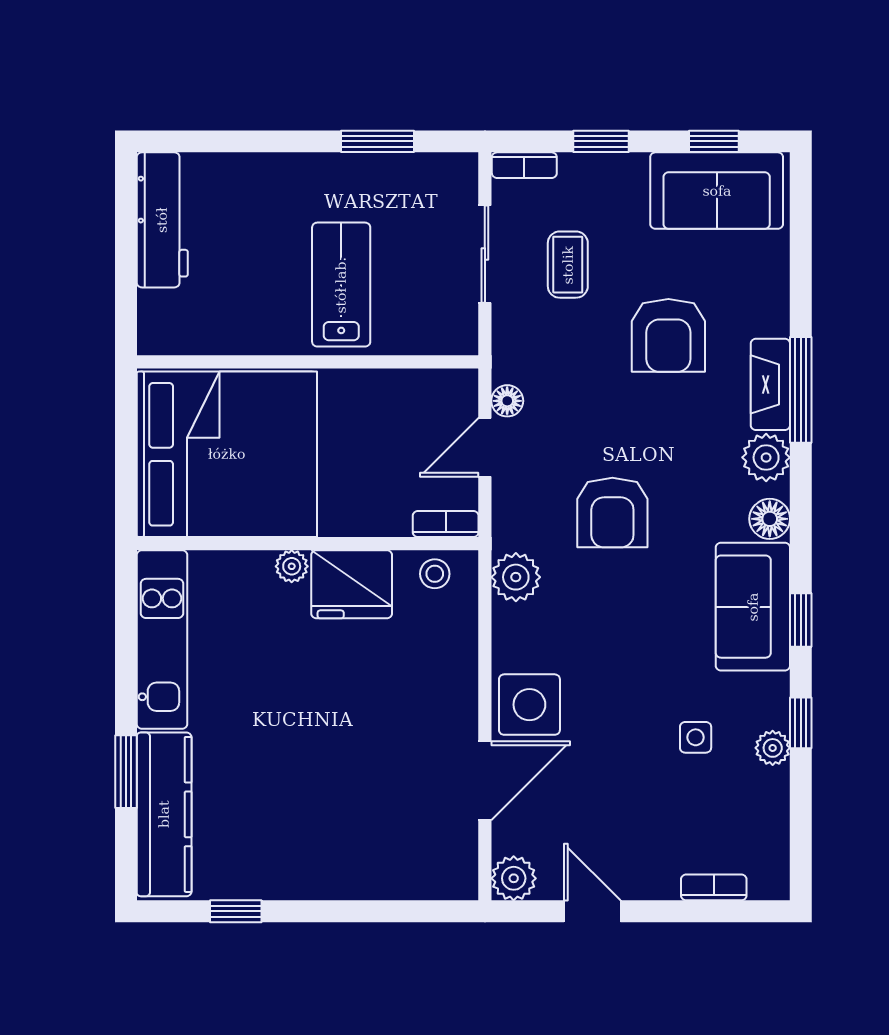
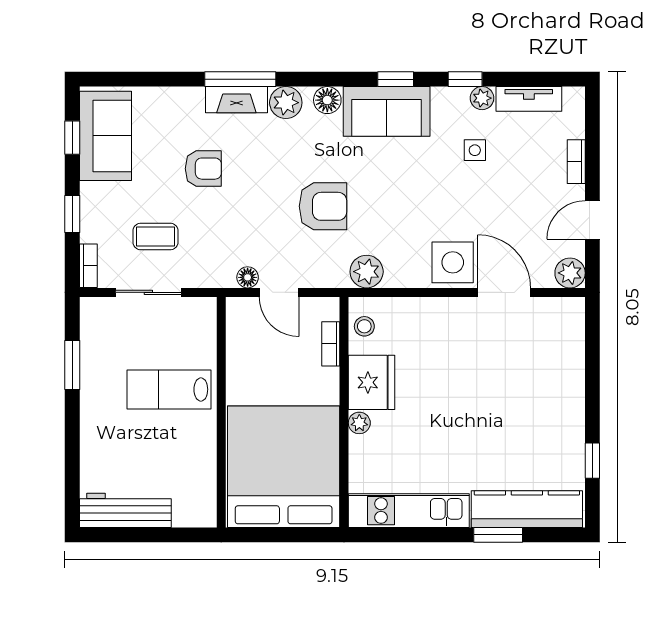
armchair: (668, 335) -> (203, 169), width x0.72, depth x0.72
bookcase: (446, 524) -> (331, 344), moved
tv unit: (771, 817) -> (529, 99), added
bookcase: (714, 887) -> (576, 162), moved

